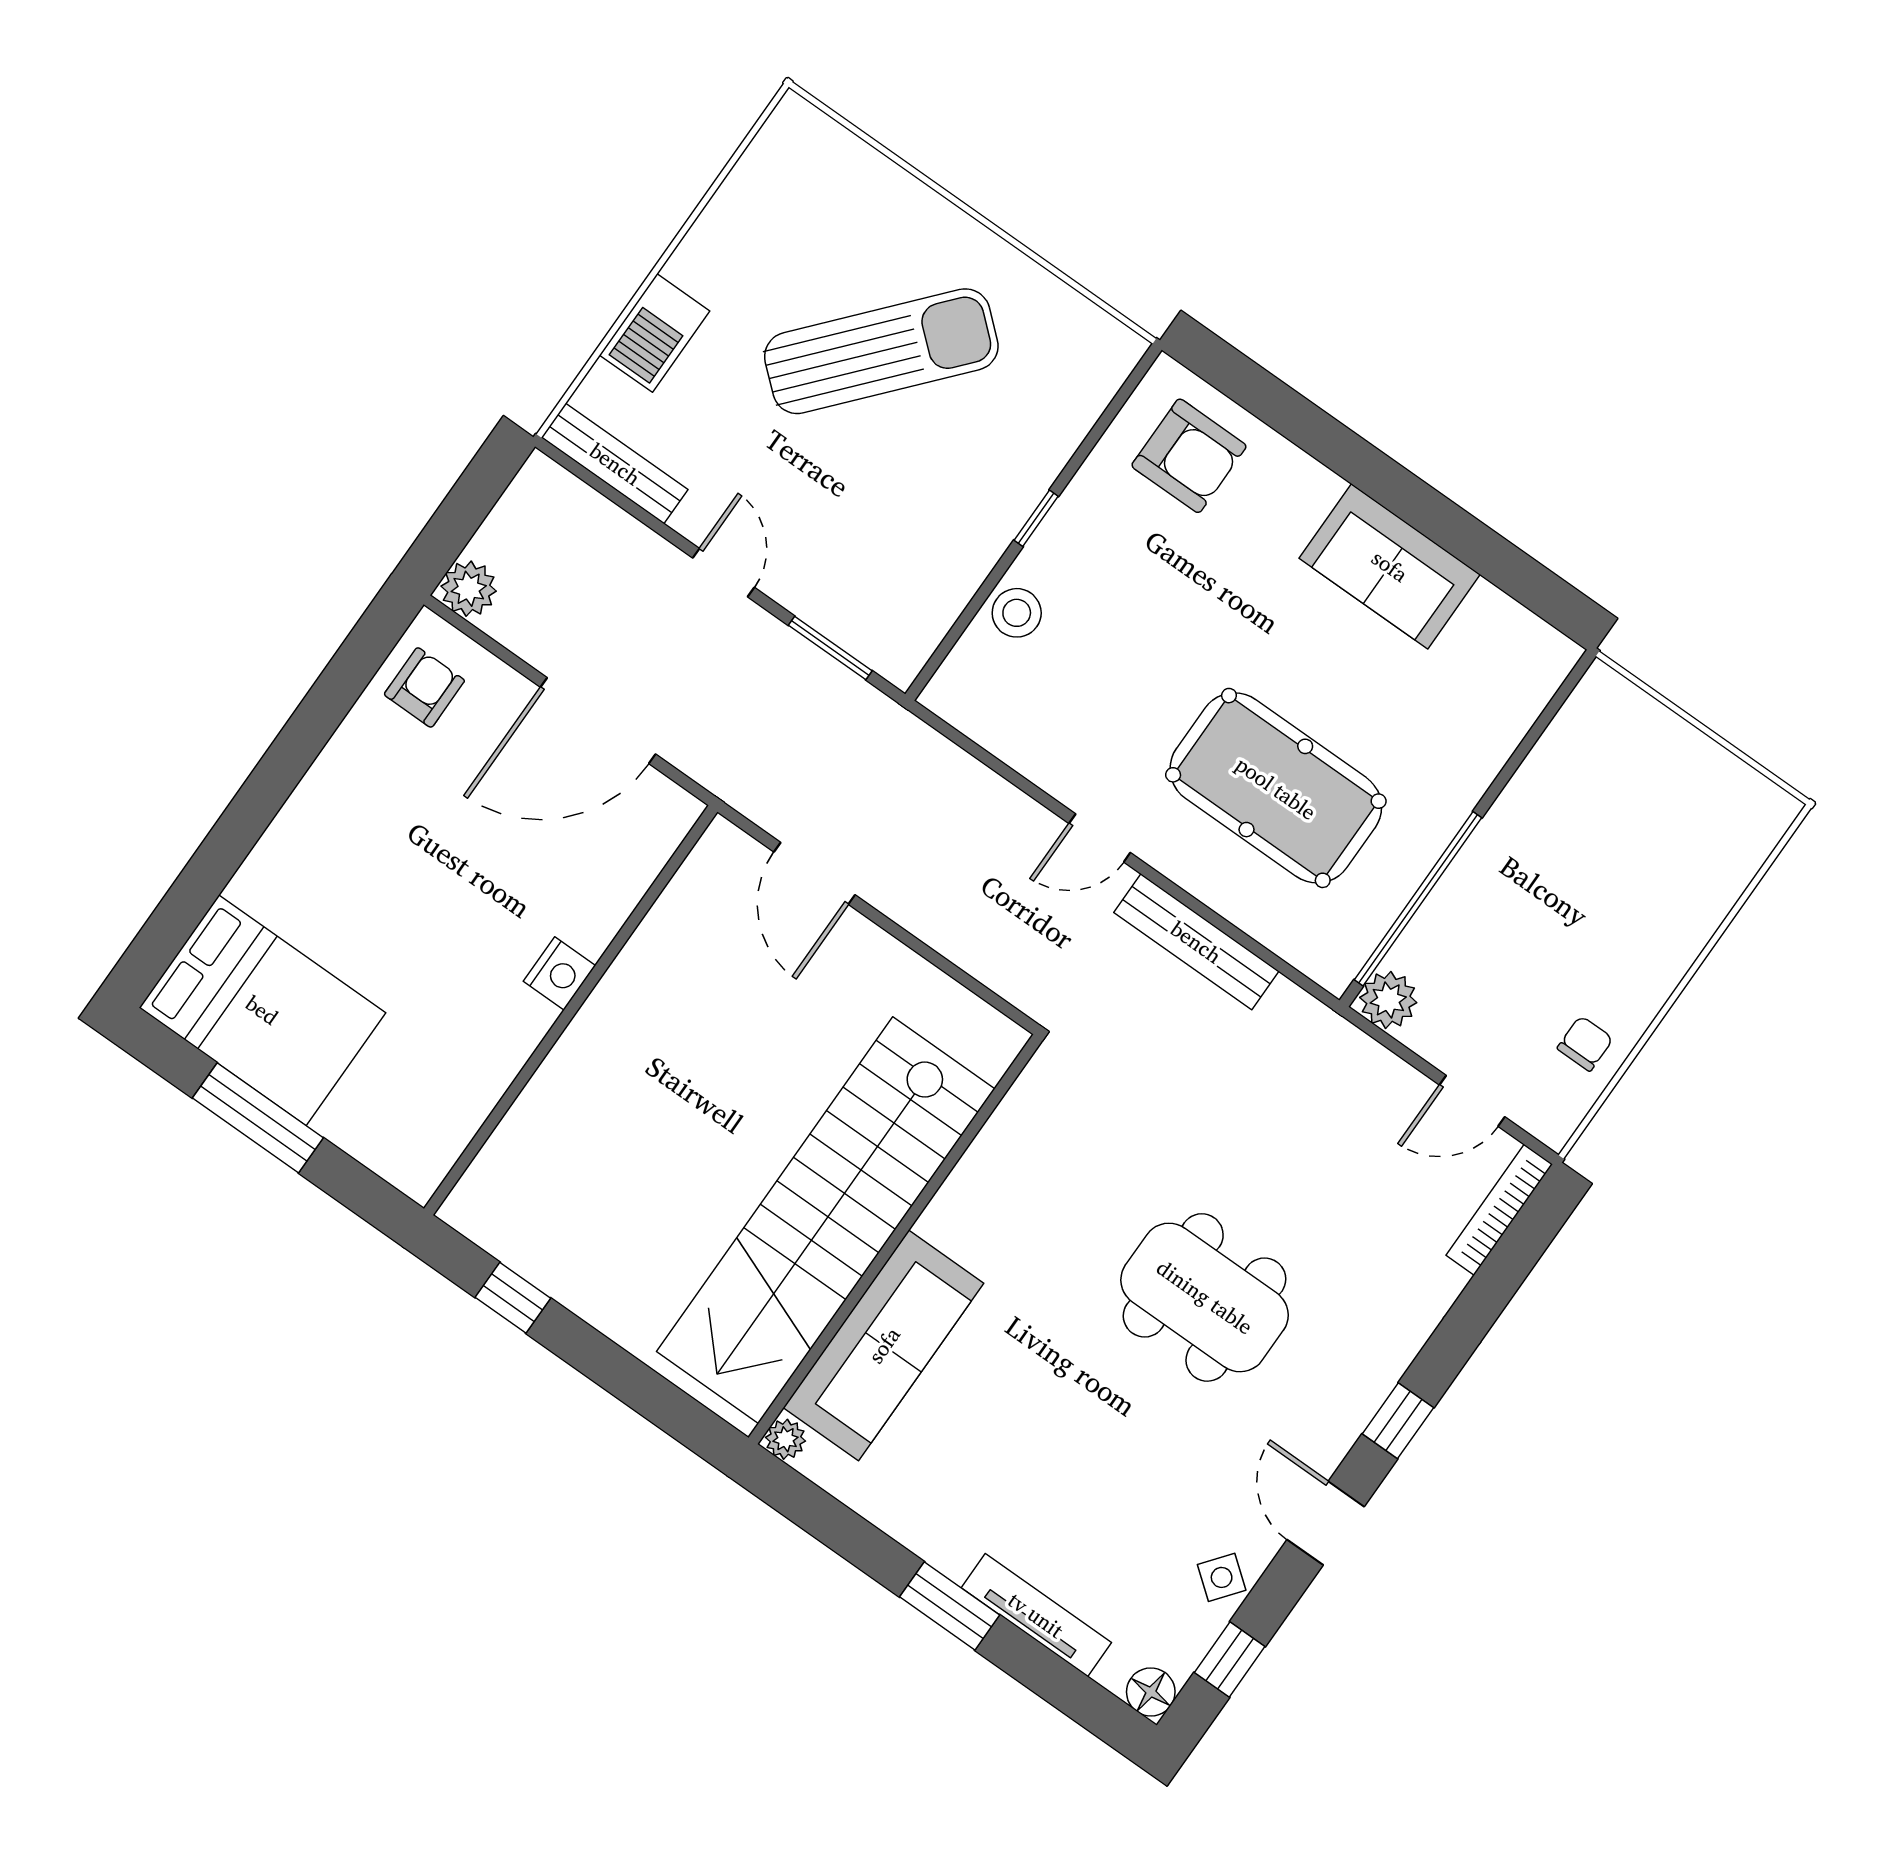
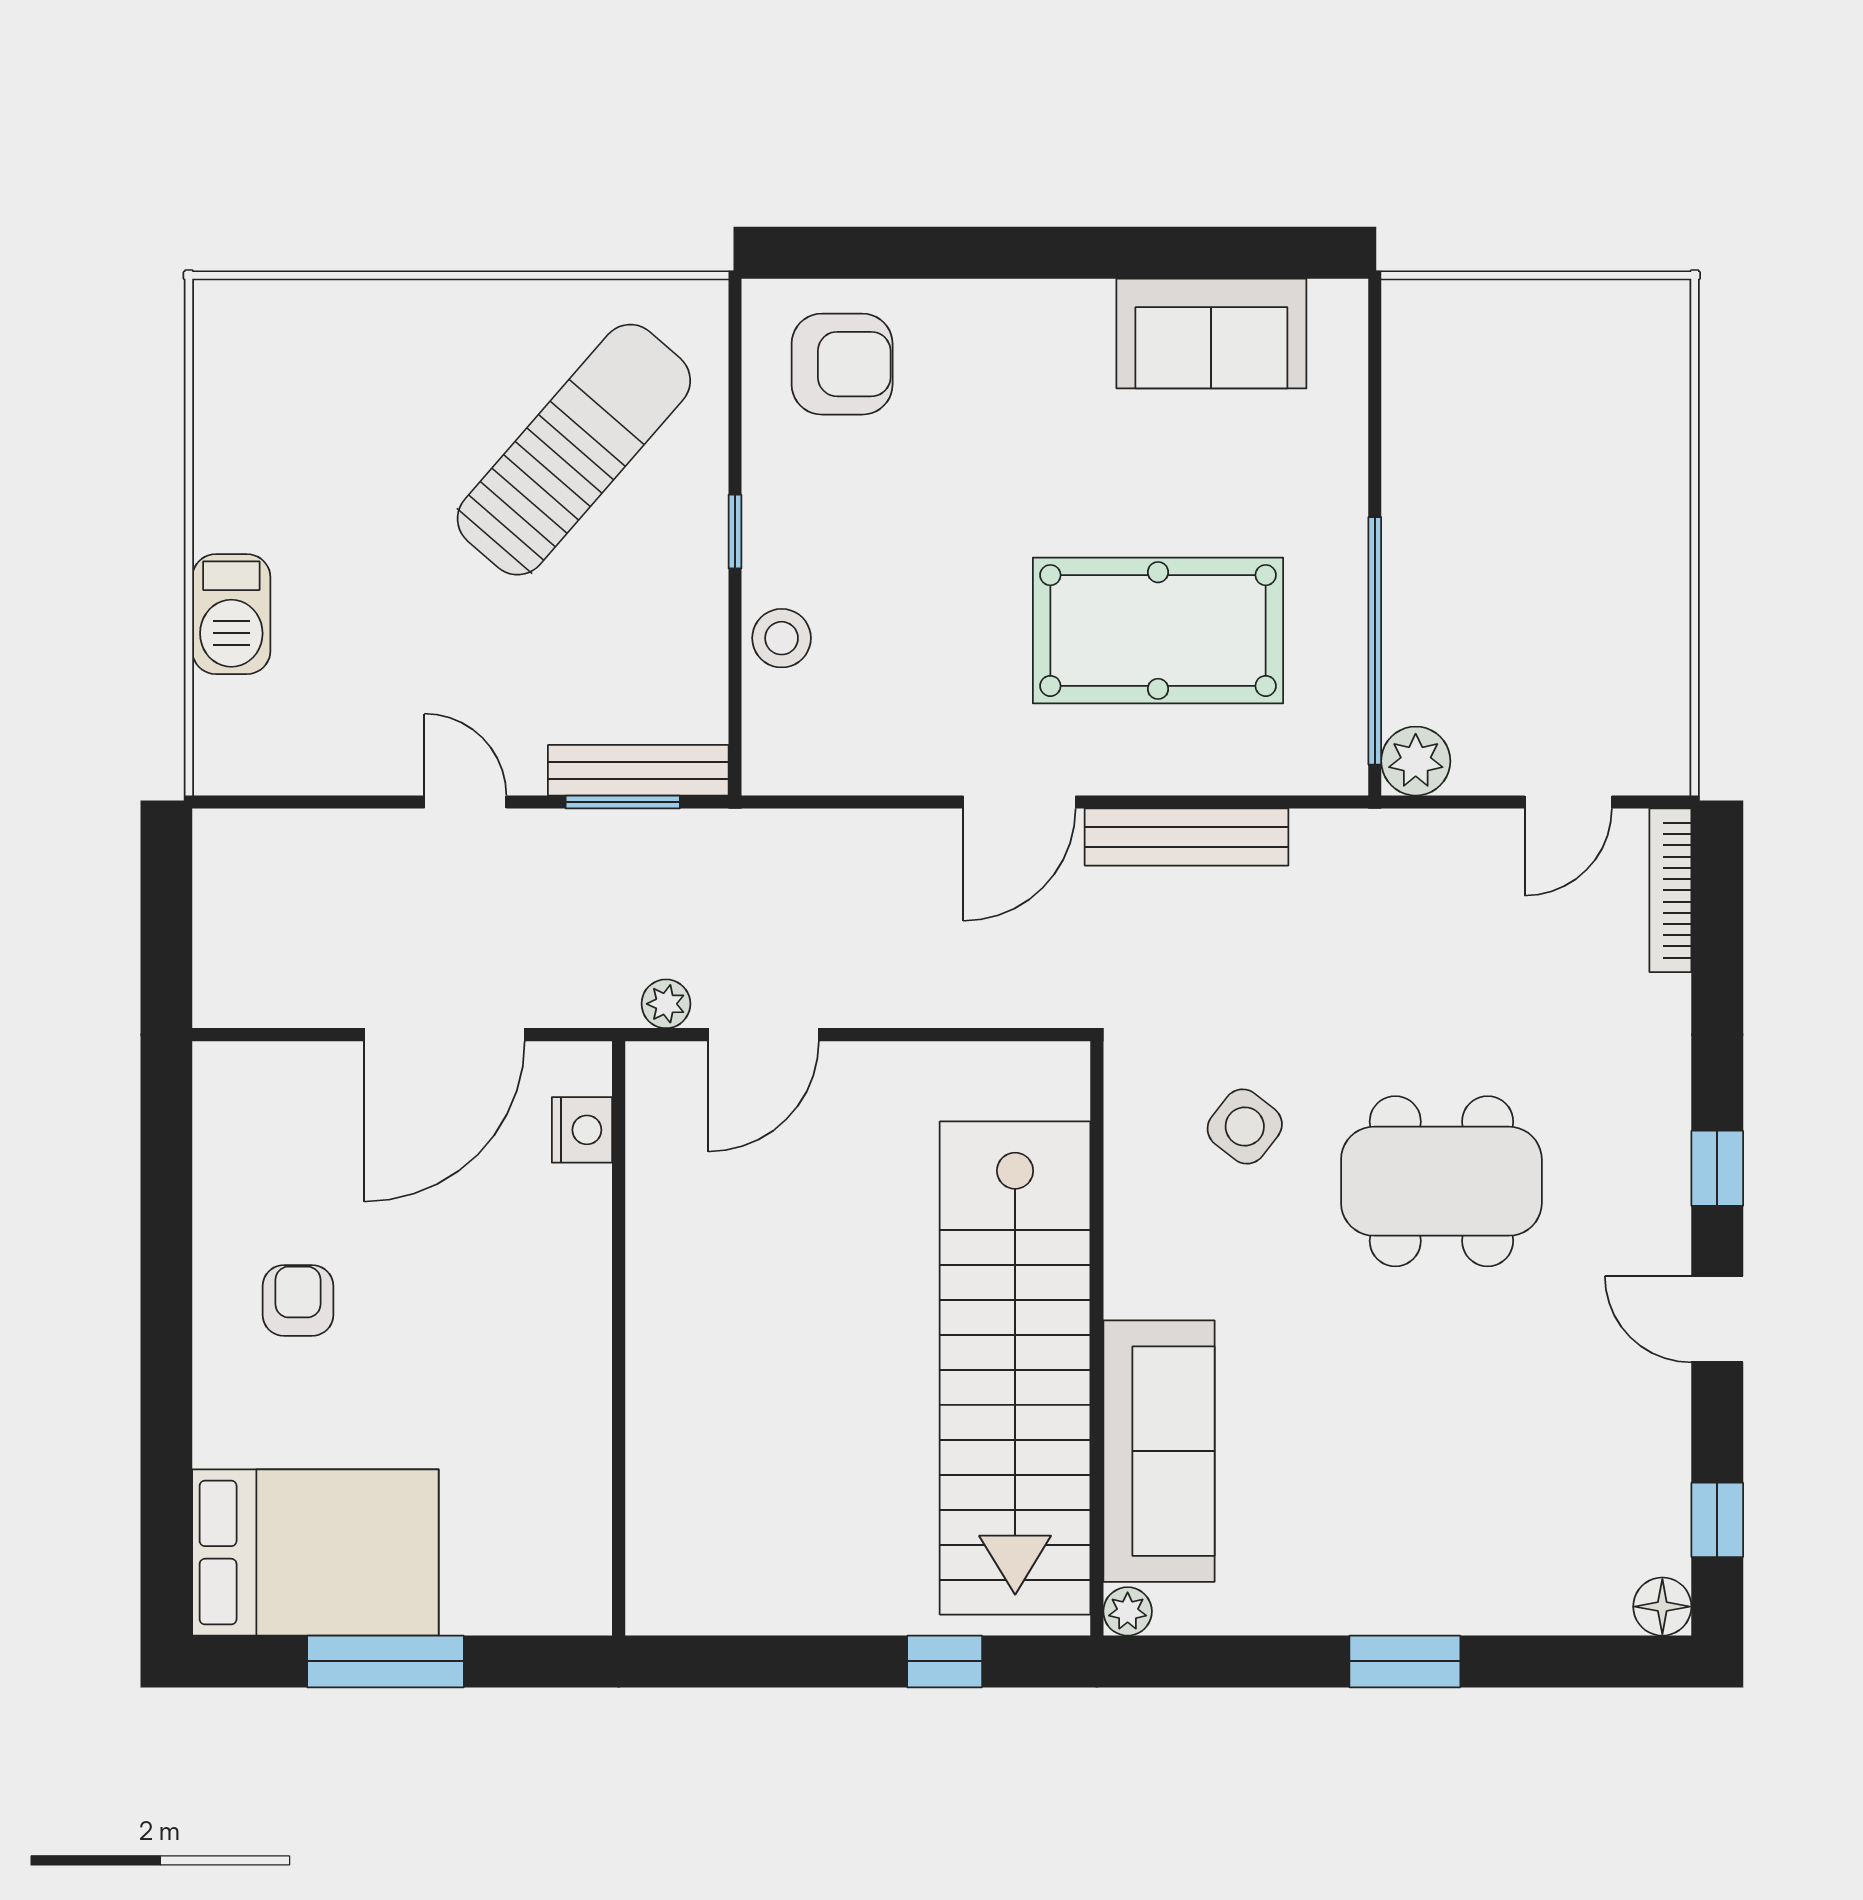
sun lounger: (881, 351) -> (574, 450), moved
bench: (615, 464) -> (638, 770), moved
sofa: (1390, 566) -> (1211, 334), moved
plant: (469, 589) -> (666, 1004), moved, width x0.73, depth x0.73
armchair: (424, 687) -> (298, 1300), moved
door: (1100, 838) -> (1019, 802), width x1.38
door: (815, 873) -> (764, 1035), hinge flipped
nightstand: (559, 973) -> (582, 1130), moved
chair: (1585, 1043) -> (1640, 667), removed
window: (513, 1298) -> (945, 1661), moved
side table: (1222, 1577) -> (1245, 1127), moved, width x1.37, depth x1.37
tv unit: (1036, 1615) -> (1496, 1610), removed

